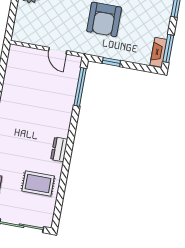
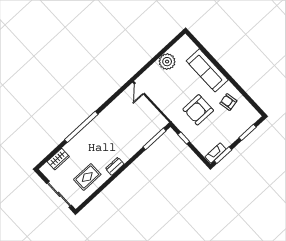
door: (58, 51) -> (139, 89), moved
rug: (38, 184) -> (87, 177), turned 90

